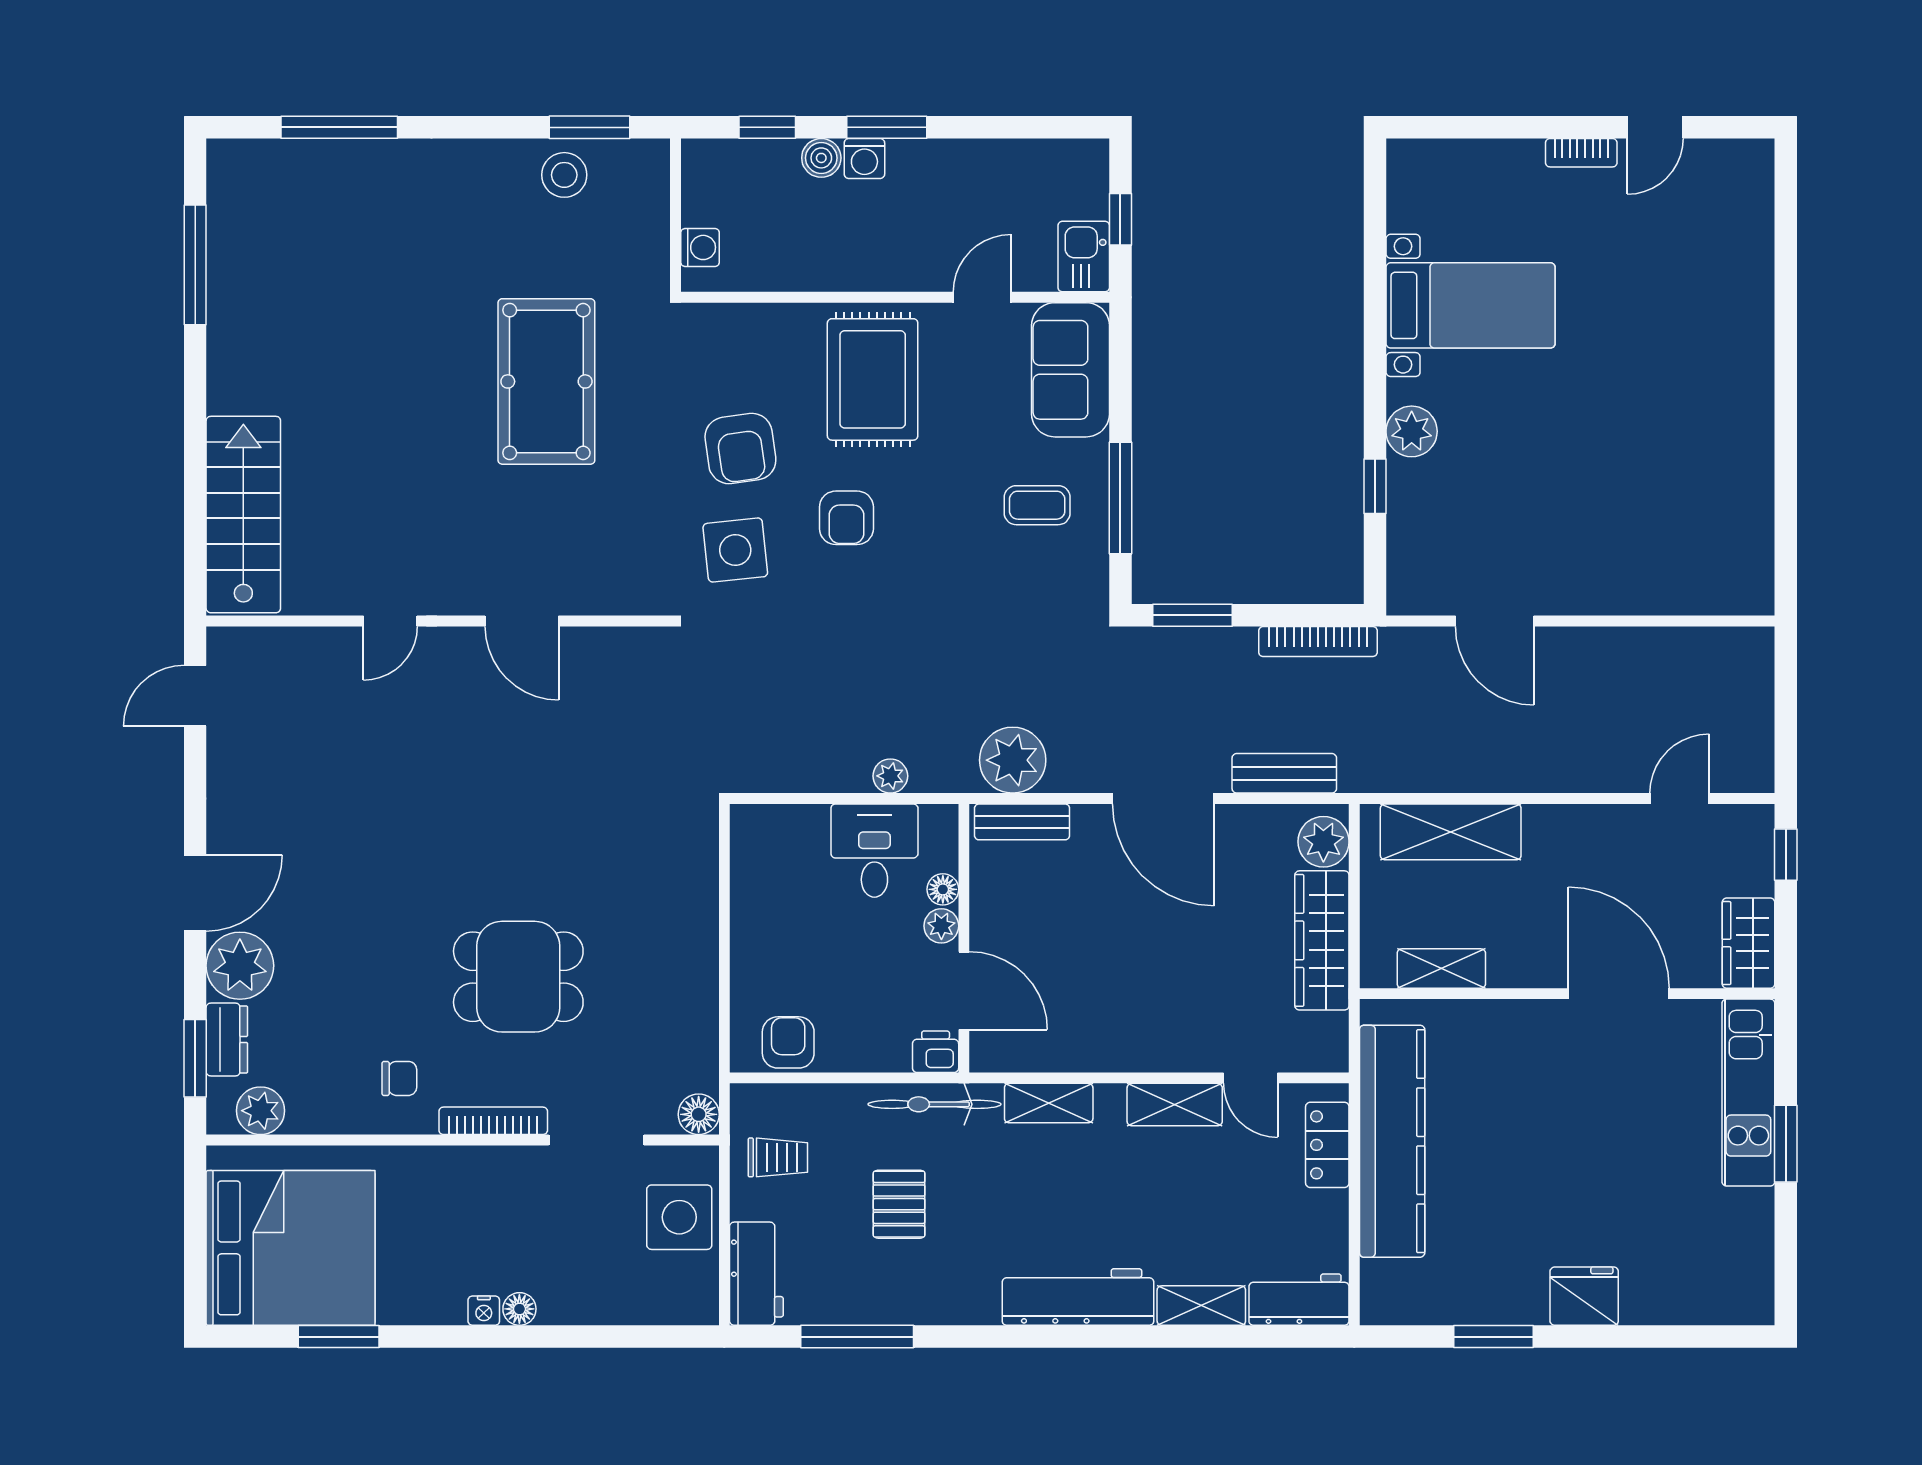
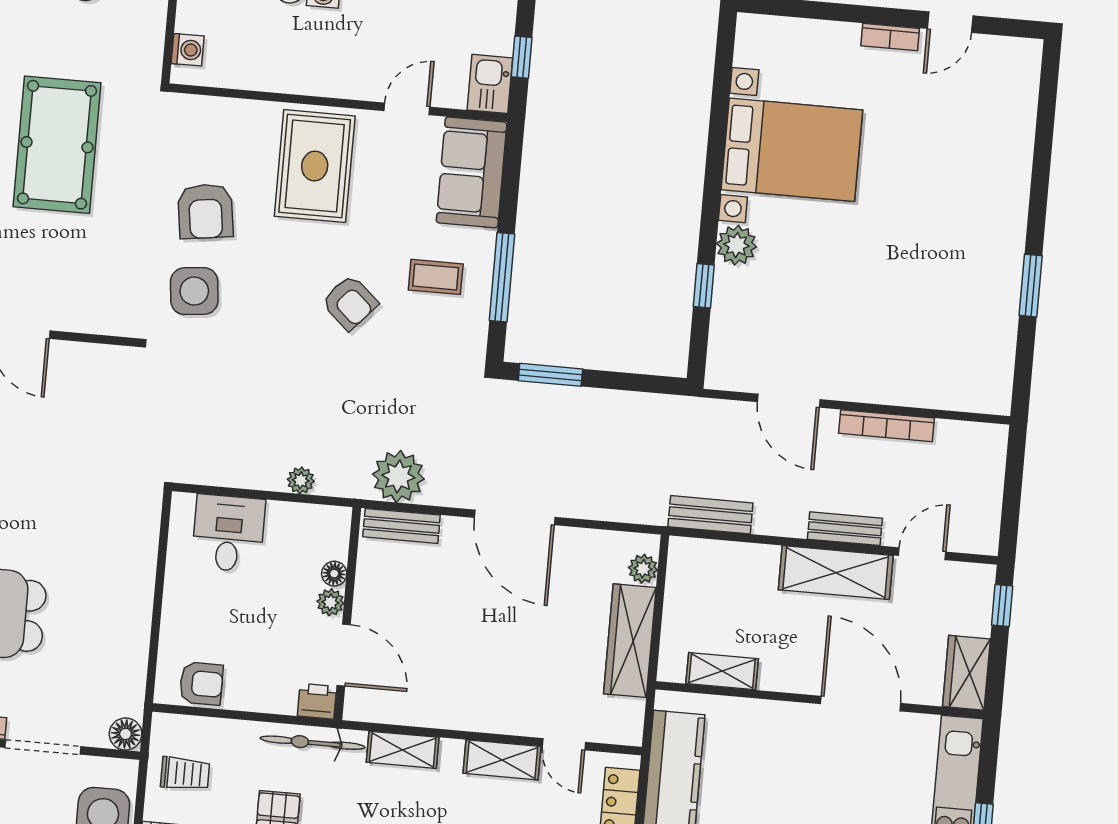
bed with nightstands: (1471, 305) -> (792, 150), width x1.36
window: (1786, 449) -> (1031, 286), added
armchair: (846, 518) -> (350, 303), moved, turned -48
bookcase: (1318, 642) -> (887, 426), moved
bench: (1284, 773) -> (710, 515), moved
bench: (1580, 776) -> (845, 529), added
shelving: (1451, 832) -> (836, 573), moved
plant: (1323, 842) -> (643, 569), width x0.73, depth x0.73
desk: (874, 851) -> (228, 533), moved
armchair: (788, 1042) -> (201, 684), turned 90

